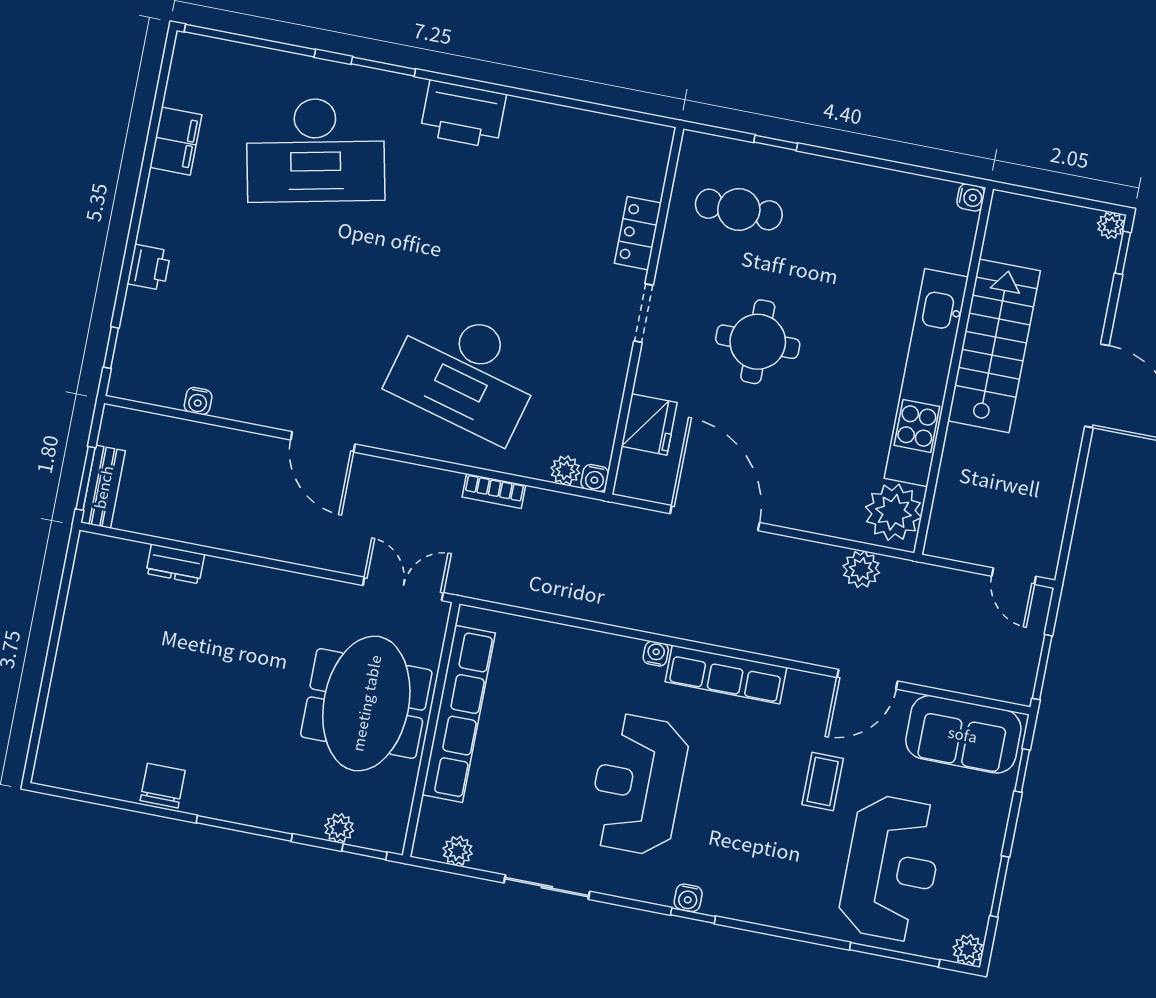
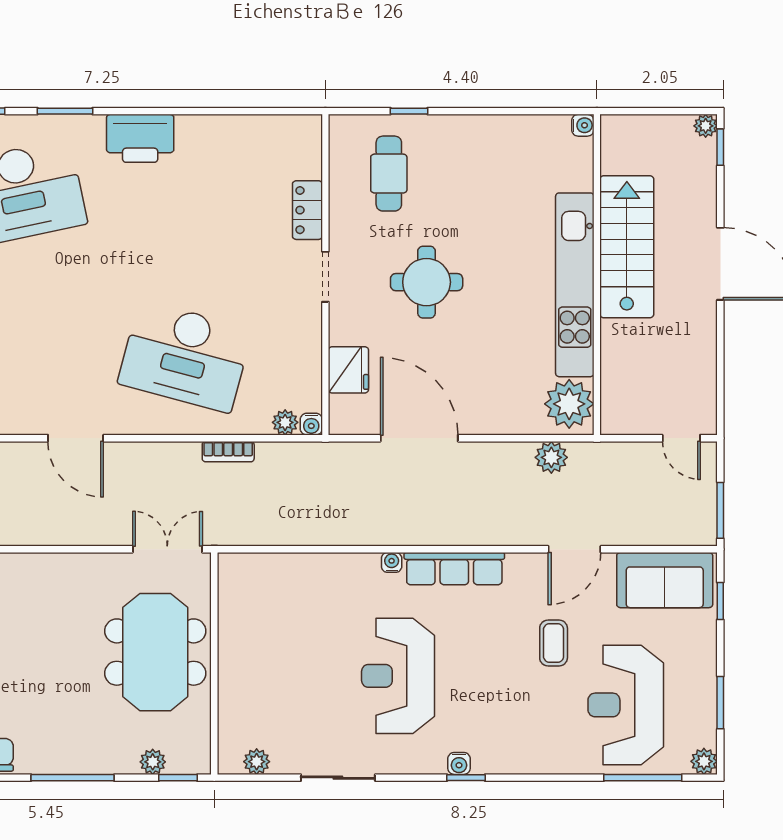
cafe table: (739, 210) -> (389, 174), turned 90
row of seats: (459, 714) -> (235, 646), removed
reception desk: (891, 868) -> (626, 705), turned 180

